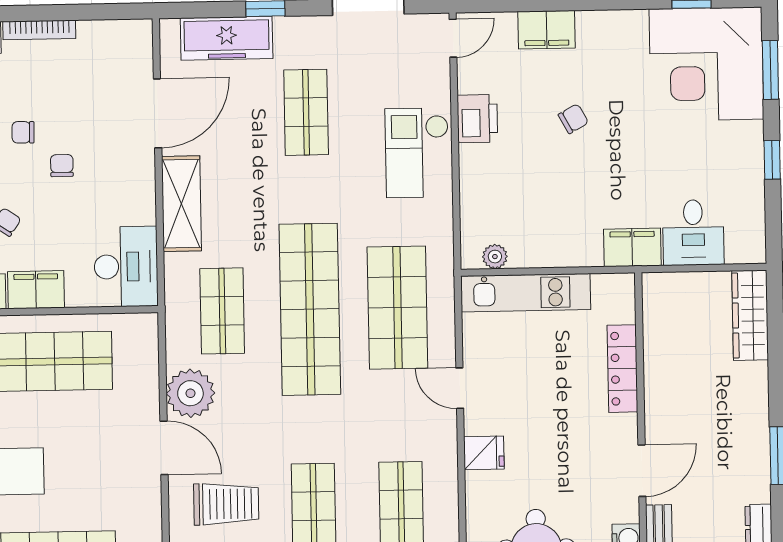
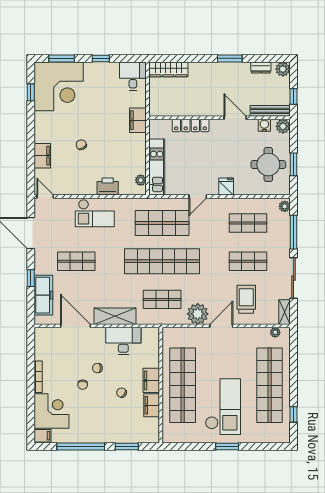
printer: (477, 119) -> (108, 187), moved
desk: (693, 233) -> (133, 76), moved, turned -90
desk: (126, 267) -> (123, 341), moved

